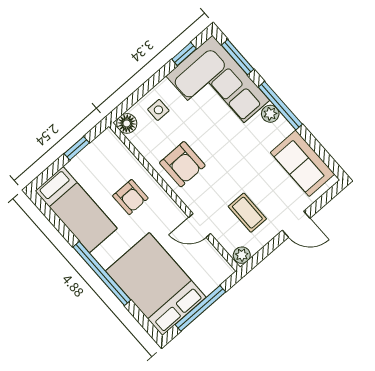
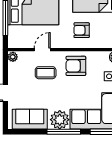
plant: (270, 114) -> (60, 120), width x1.87, depth x1.87
coffee table: (247, 213) -> (46, 73), moved

